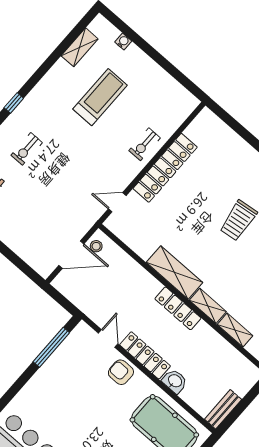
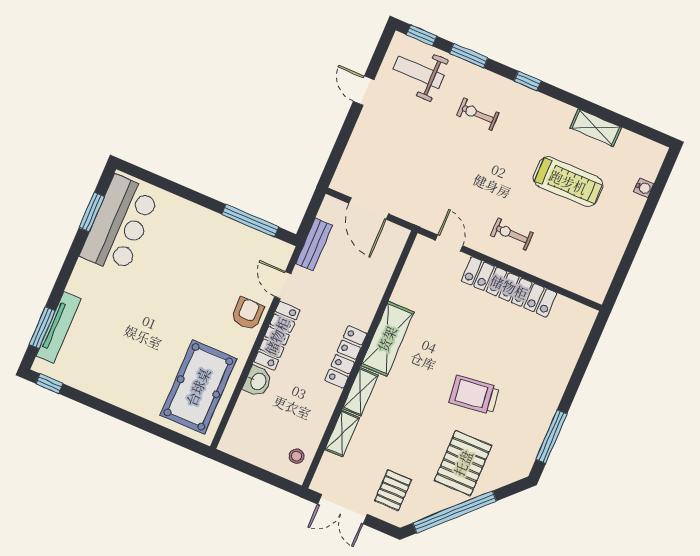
shelving: (80, 47) -> (596, 128), moved
exercise bike: (145, 144) -> (512, 234), moved
stool: (96, 246) -> (297, 456), moved
door: (108, 339) -> (283, 285), swing flipped
bench: (223, 409) -> (314, 244), moved, turned 90

